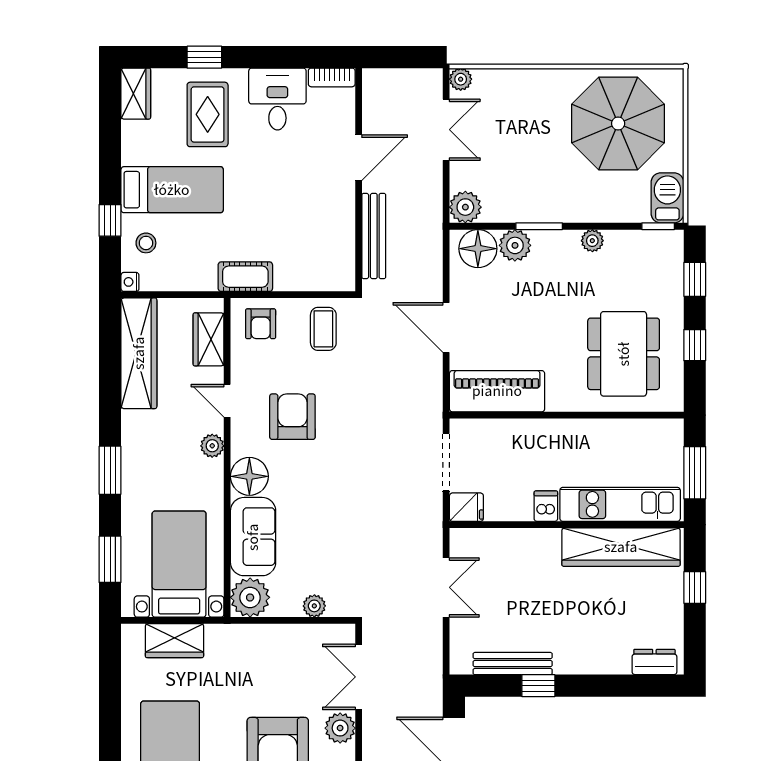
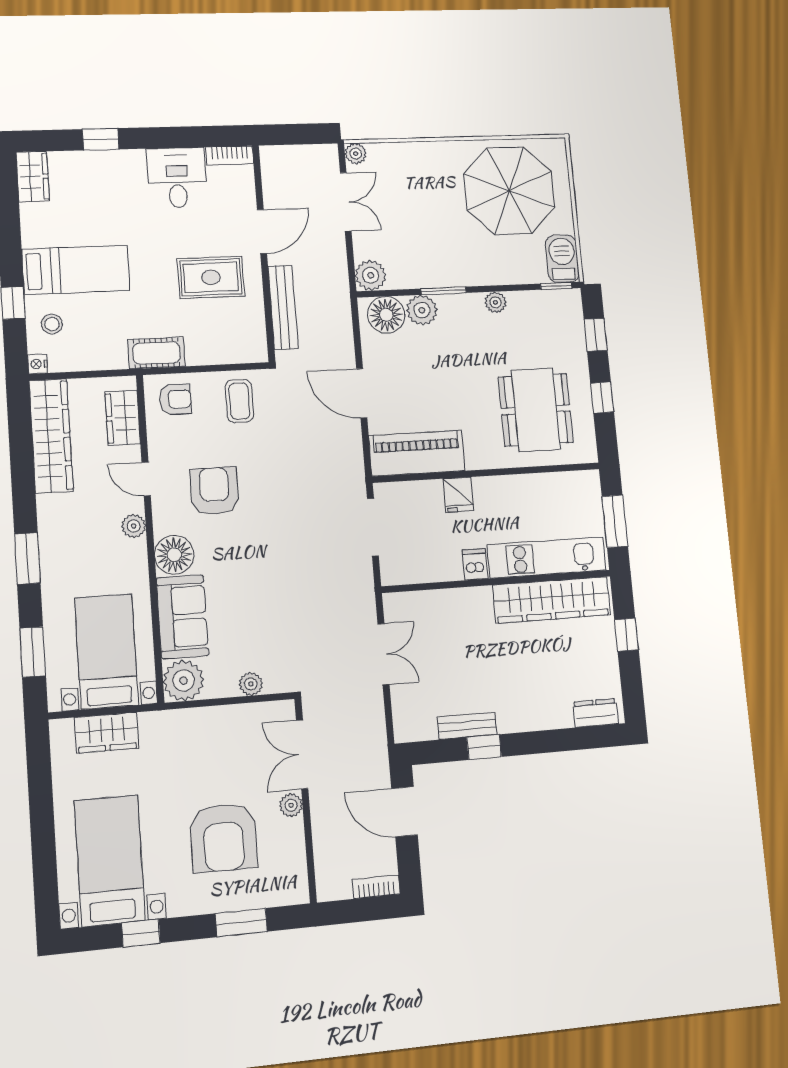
rug: (208, 114) -> (211, 277), moved, turned 90
armchair: (261, 324) -> (175, 399), turned -90
fridge: (466, 507) -> (458, 495), moved, turned 90
bench: (513, 664) -> (467, 726), width x0.73
plant: (340, 728) -> (291, 805), width x0.73, depth x0.73

